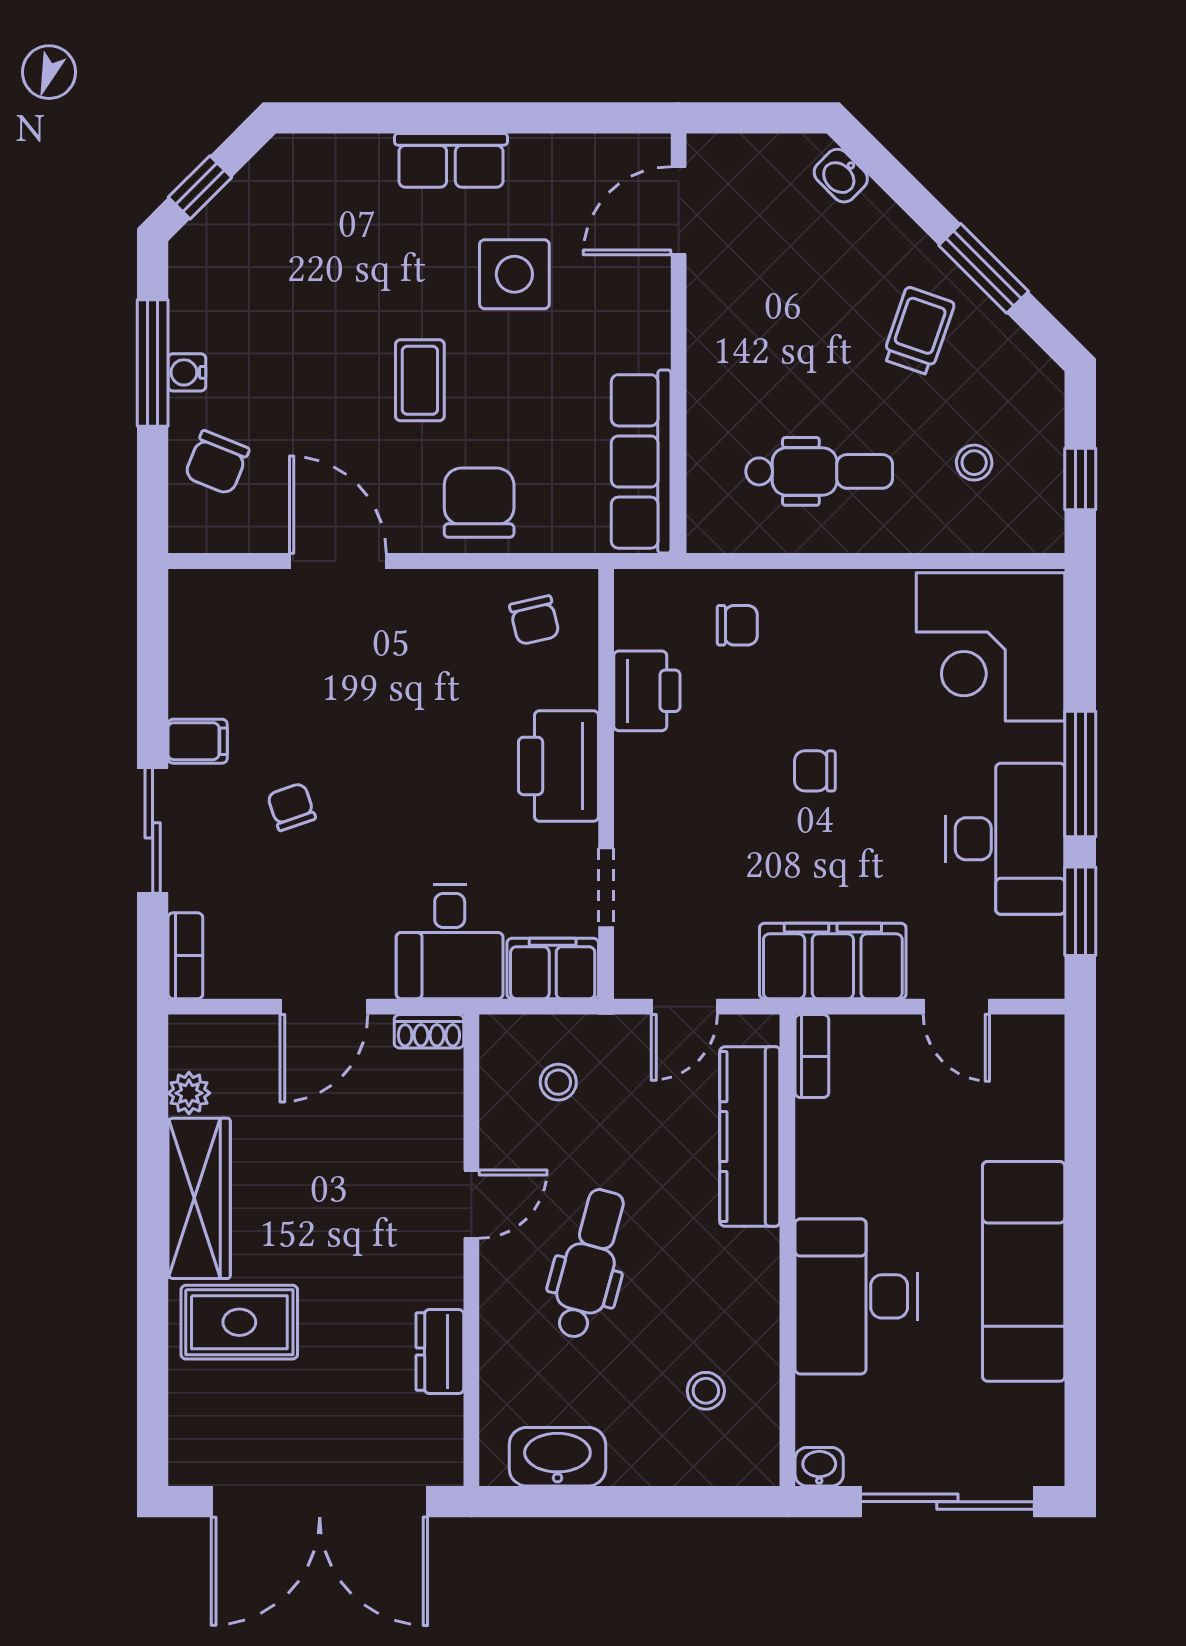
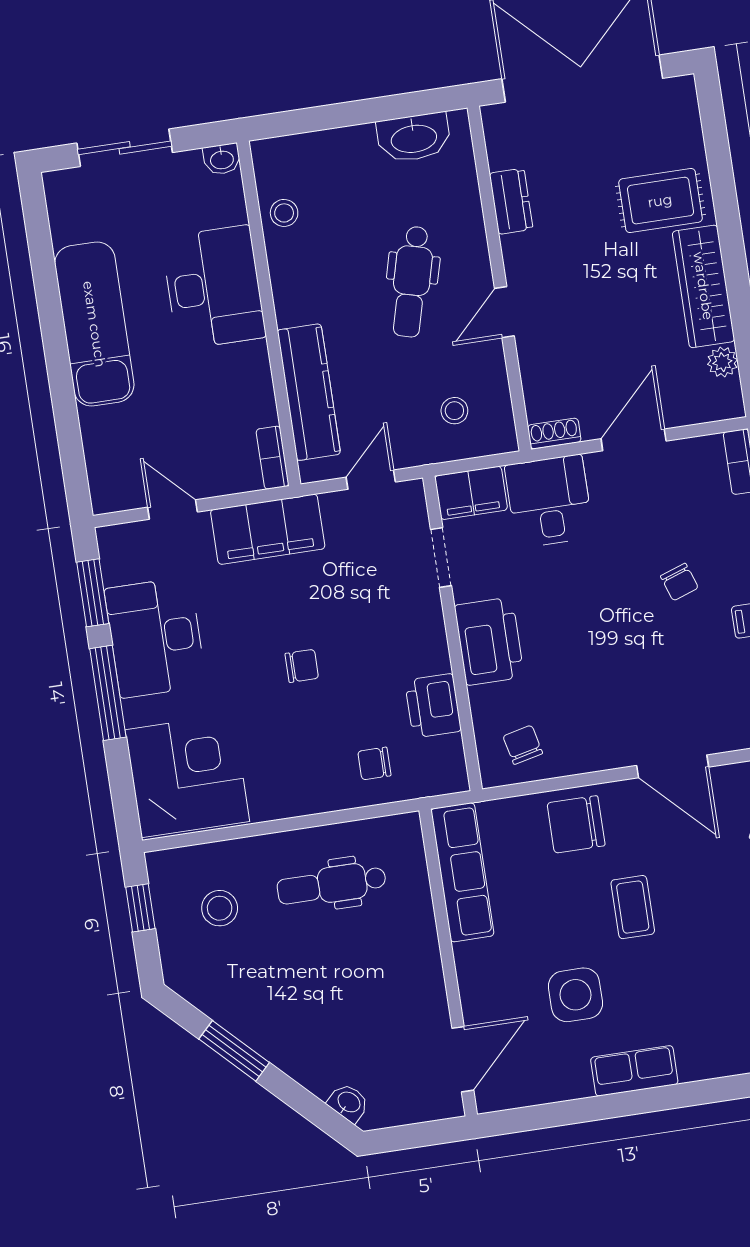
trolley: (918, 331) -> (275, 998), removed
stool: (974, 463) -> (220, 908), width x1.37, depth x1.37
chair: (479, 503) -> (576, 824), turned 90
stool: (706, 1391) -> (284, 213), moved
sliding door: (947, 1502) -> (125, 148), width x0.73

